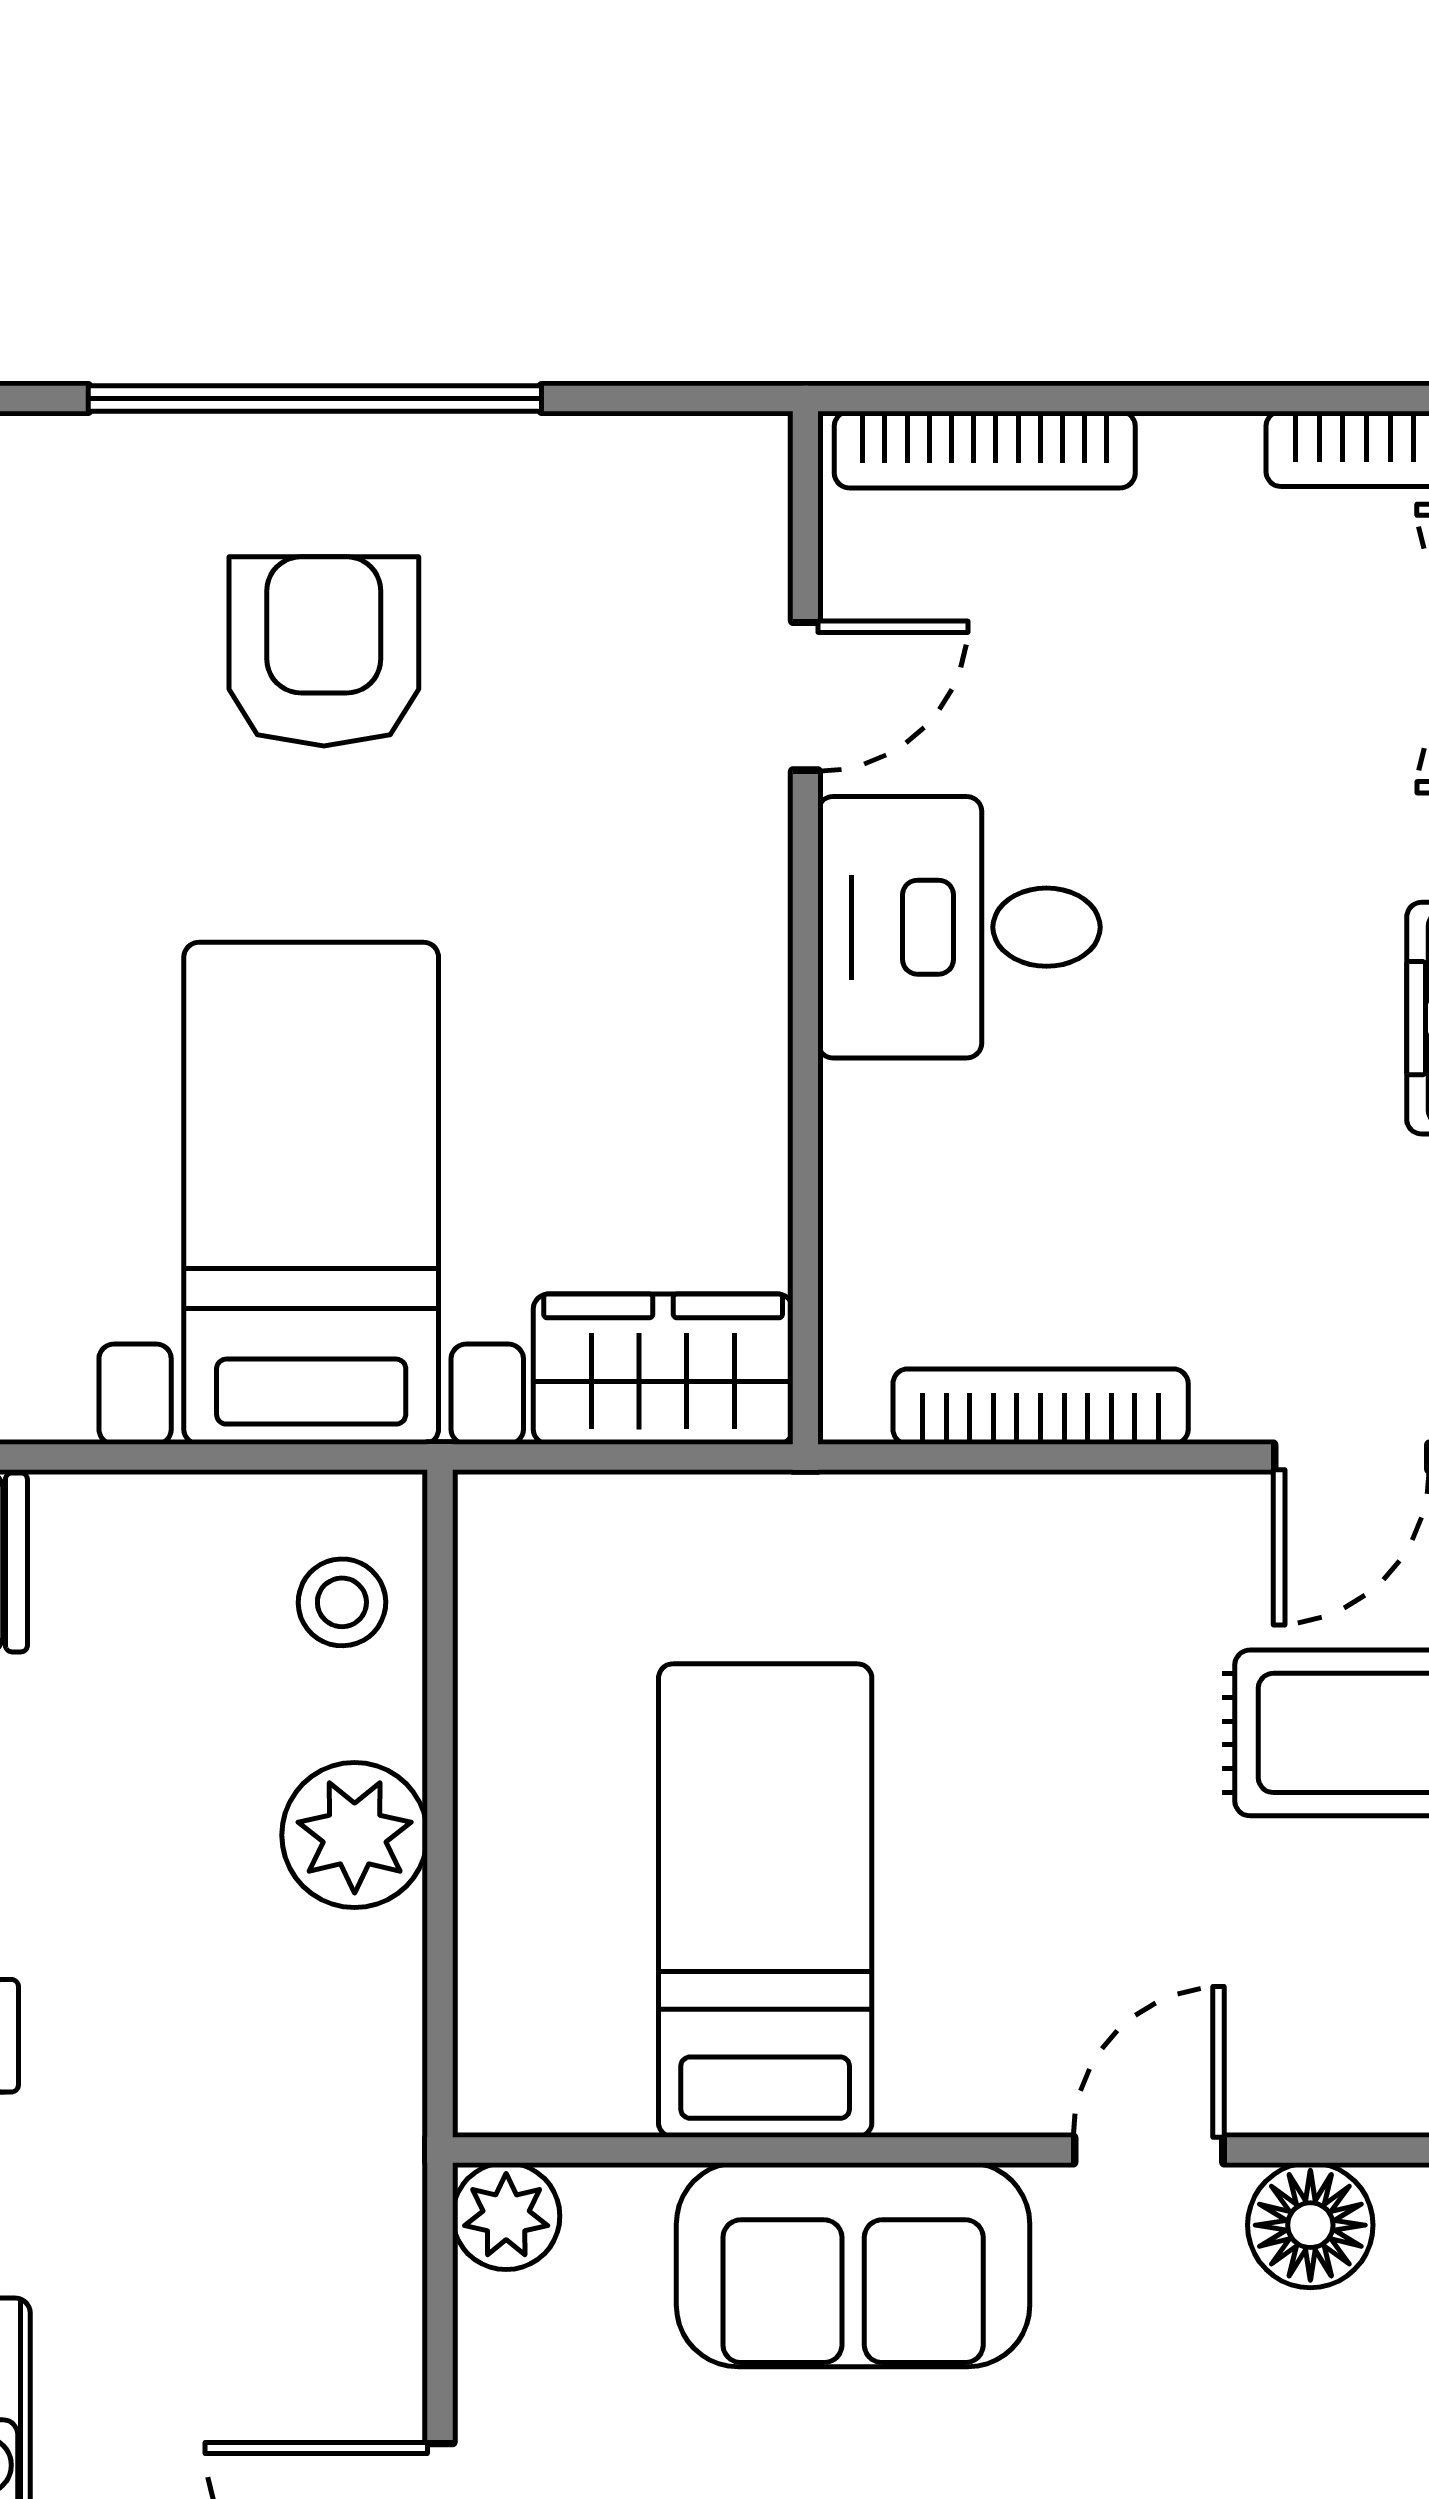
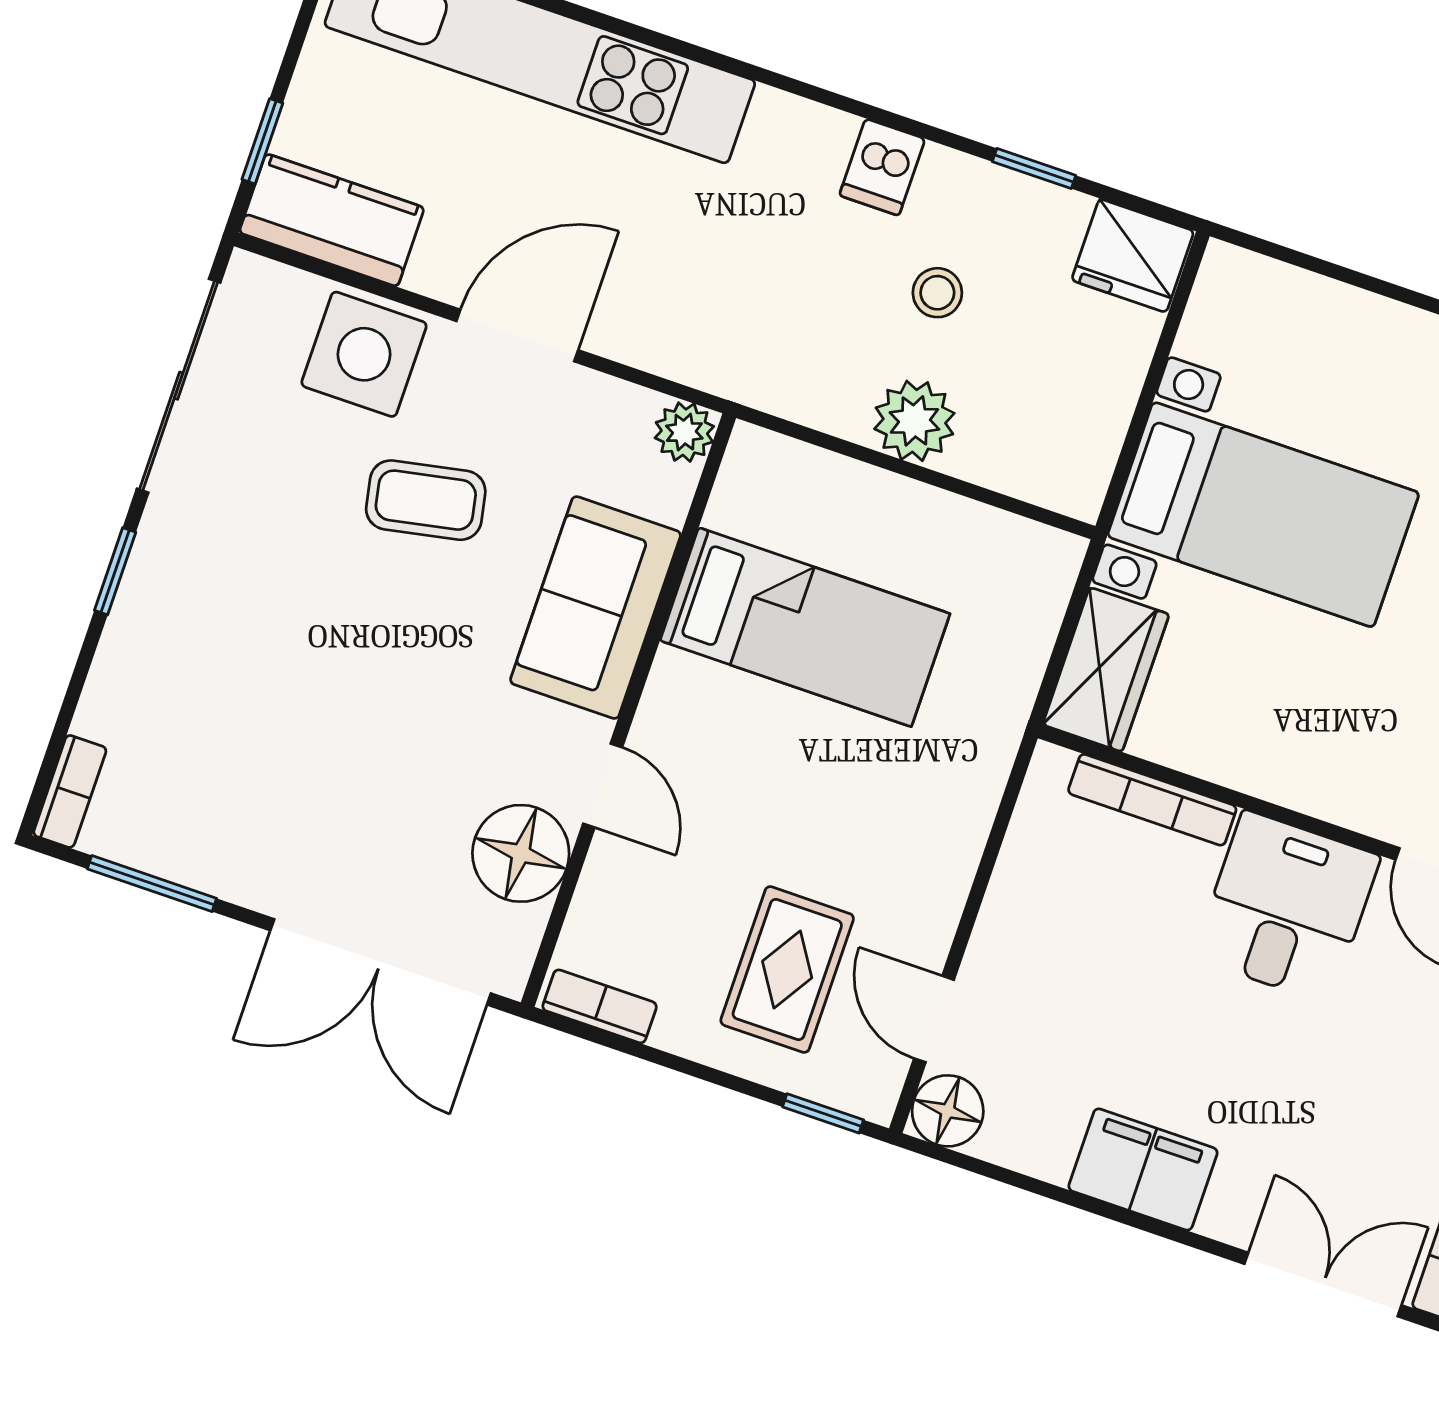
bookcase: (1041, 1407) -> (1152, 800), moved, turned 90
stool: (342, 1602) -> (937, 293), moved
floor lamp: (1310, 2225) -> (521, 853), width x1.38, depth x1.38

